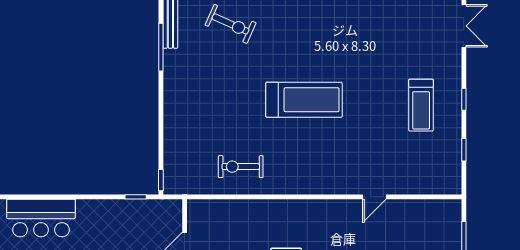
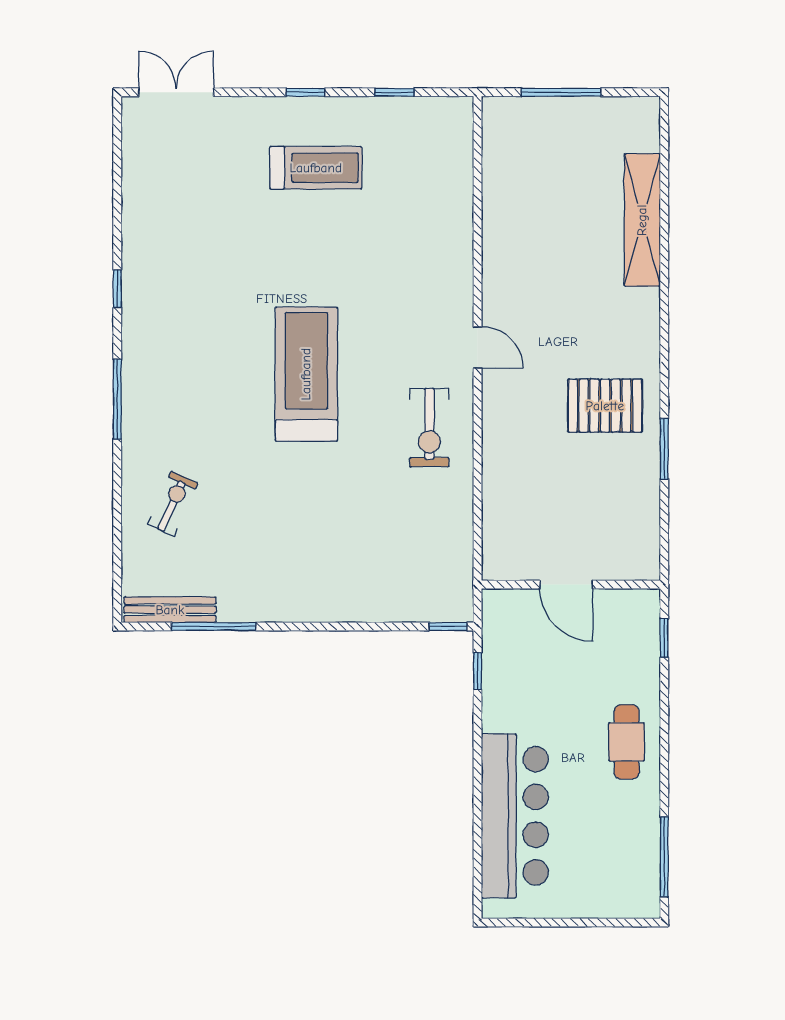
exercise bike: (231, 24) -> (173, 504), width x0.73, depth x0.72
exercise bike: (241, 167) -> (429, 428), moved
door: (374, 197) -> (478, 348), moved
bar counter: (41, 218) -> (515, 816), width x1.36

